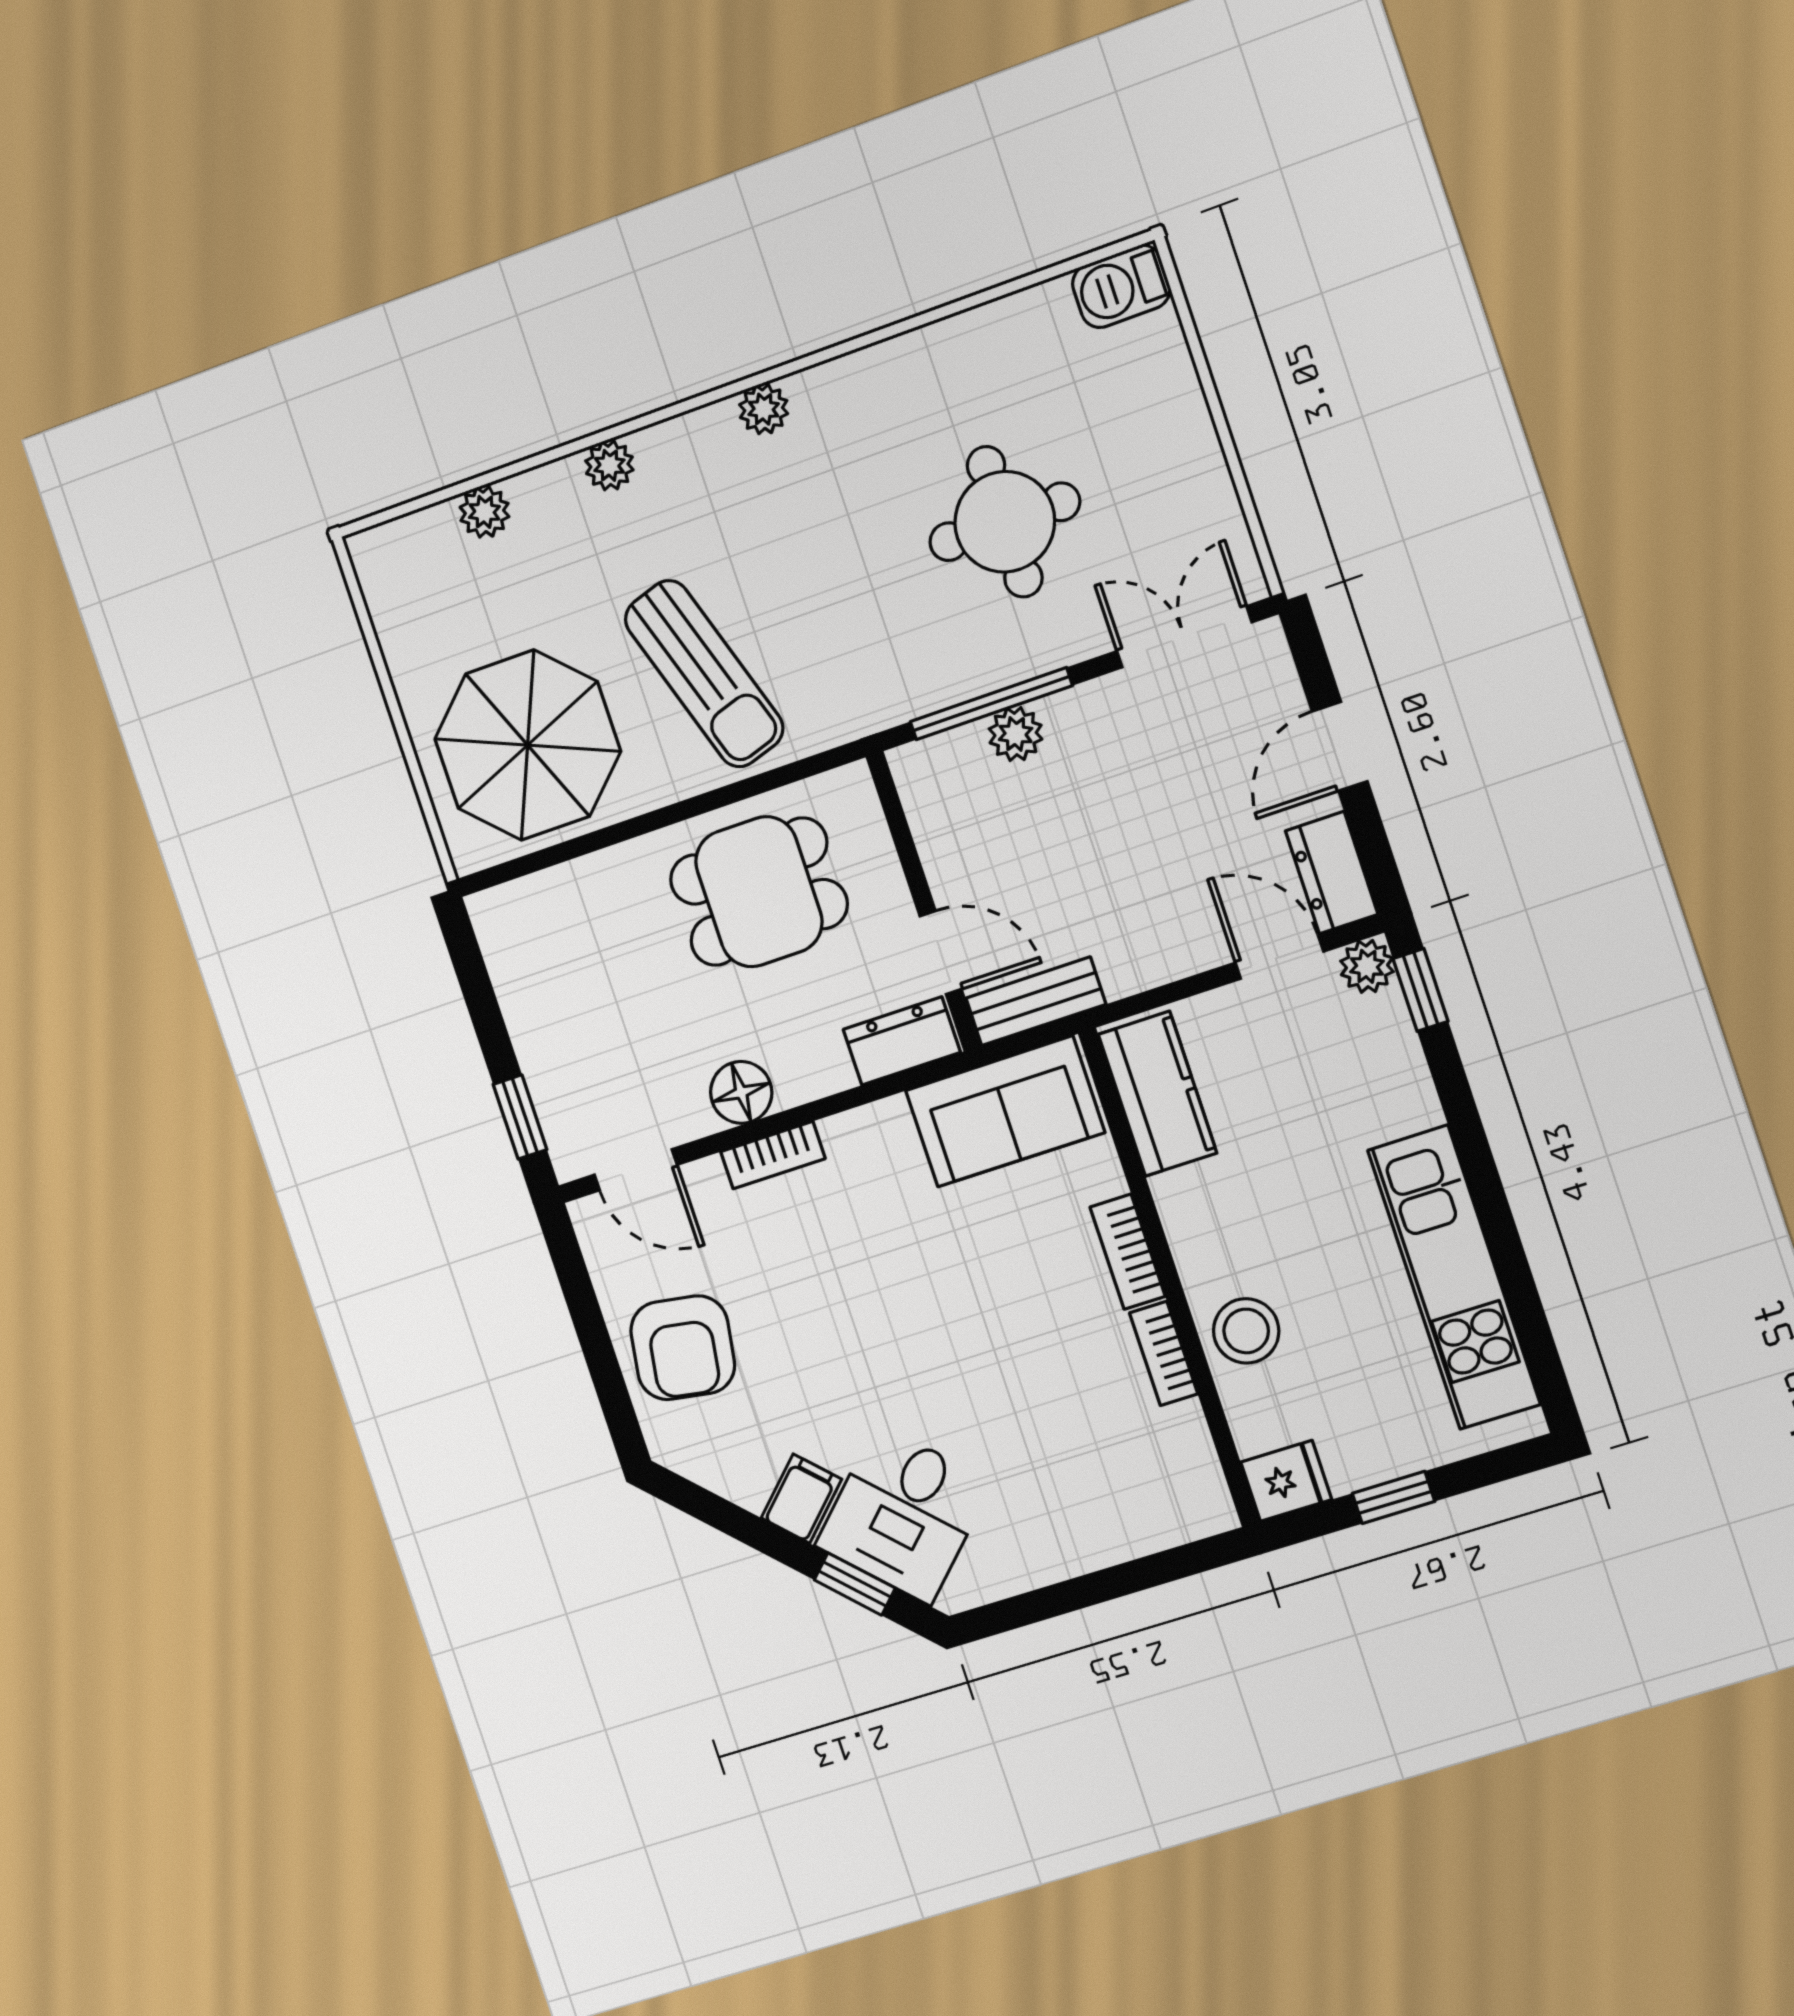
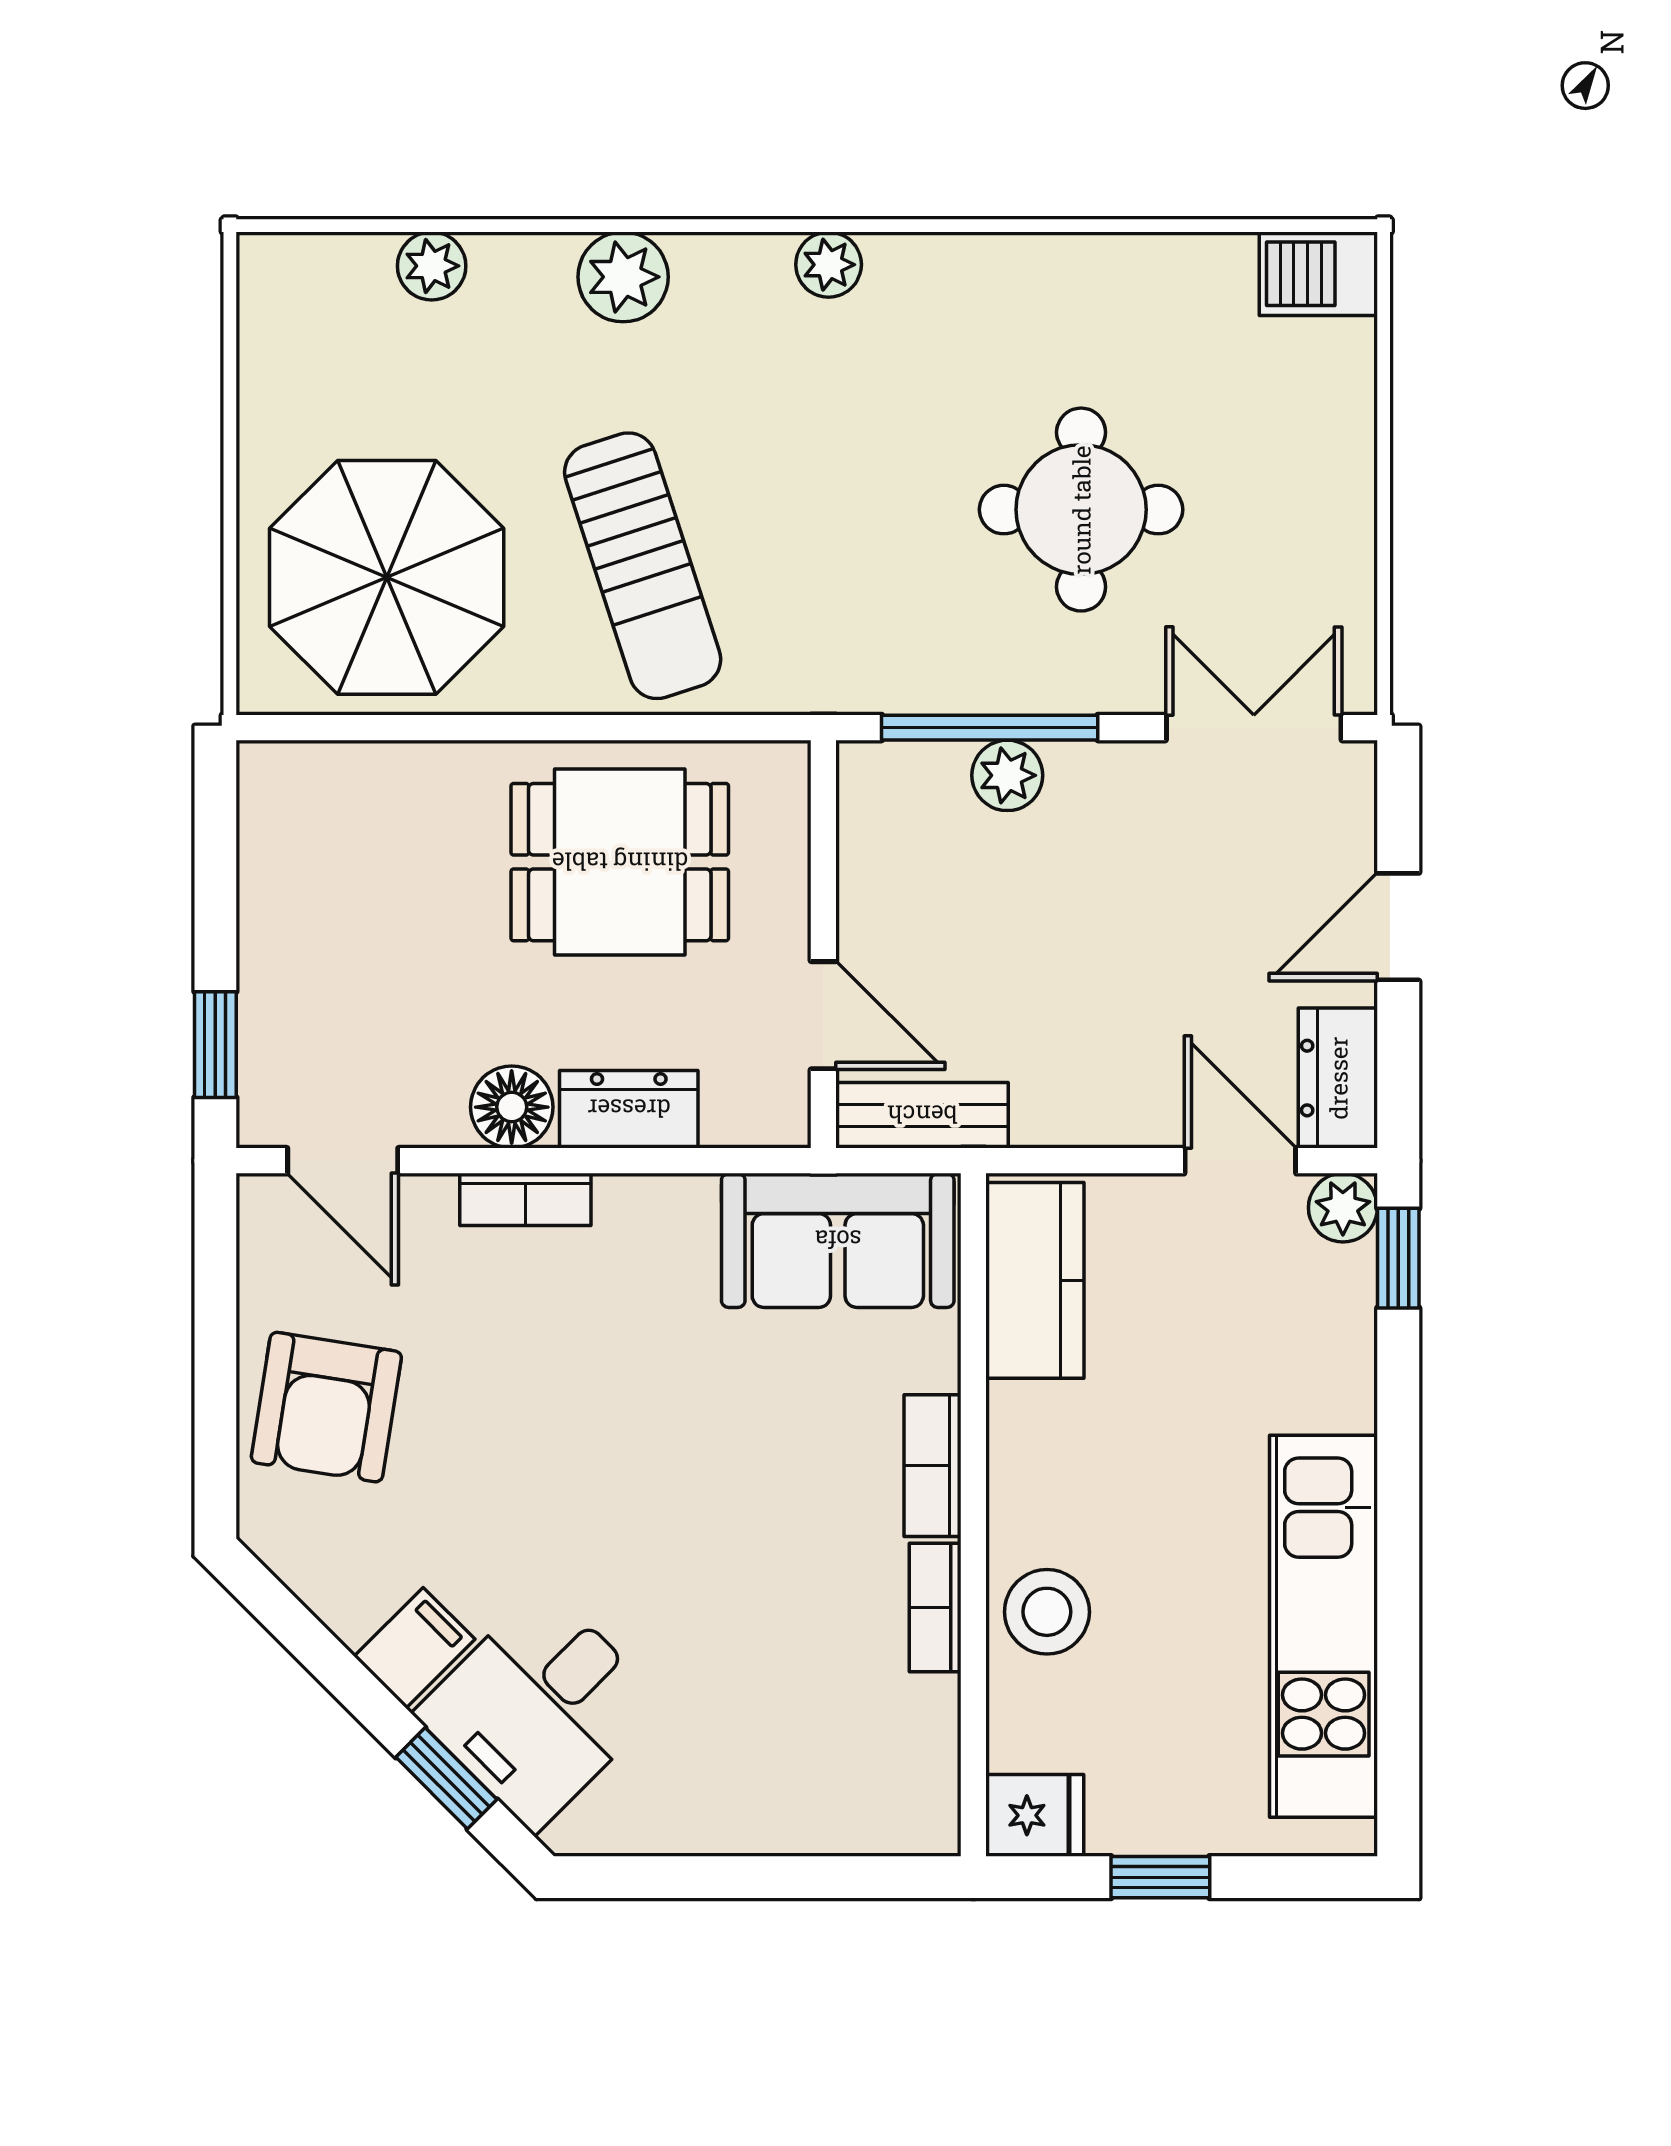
plant: (609, 465) -> (623, 277), width x1.38, depth x1.38
dresser: (902, 1041) -> (629, 1109), moved

